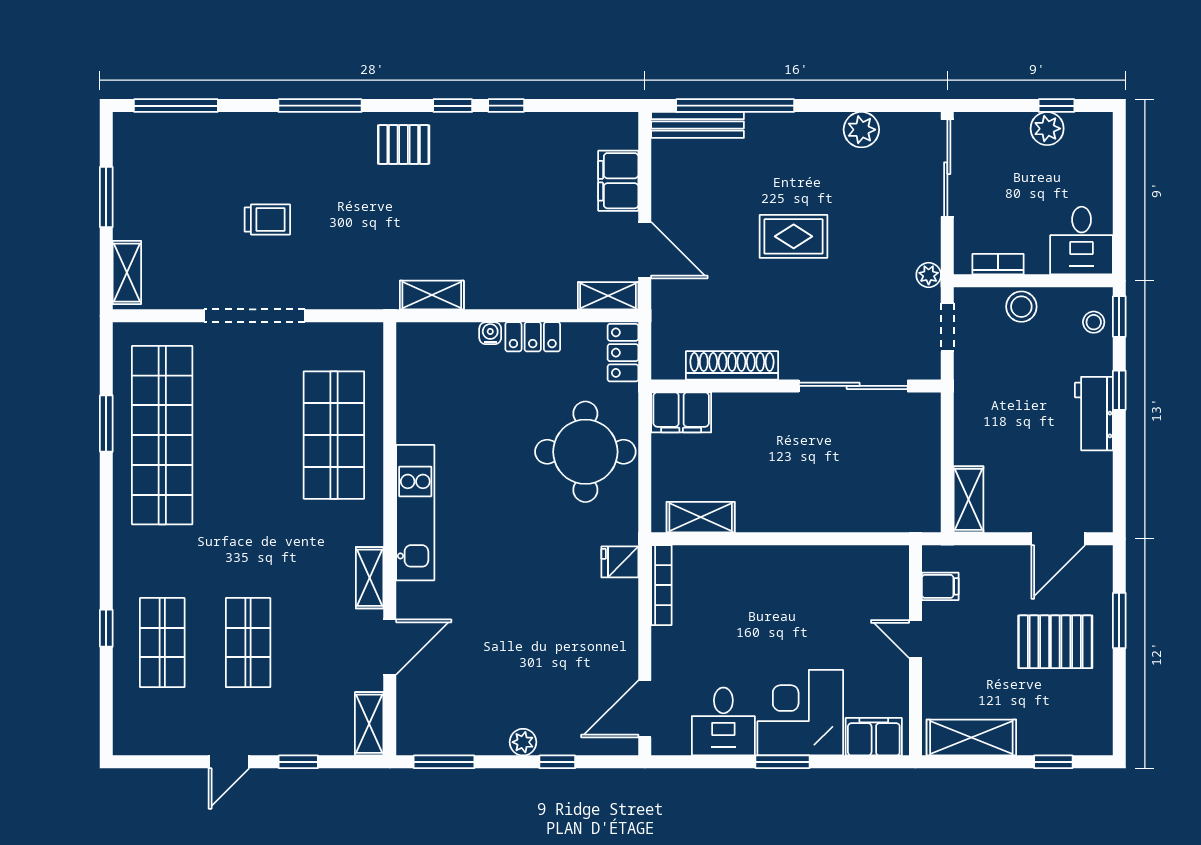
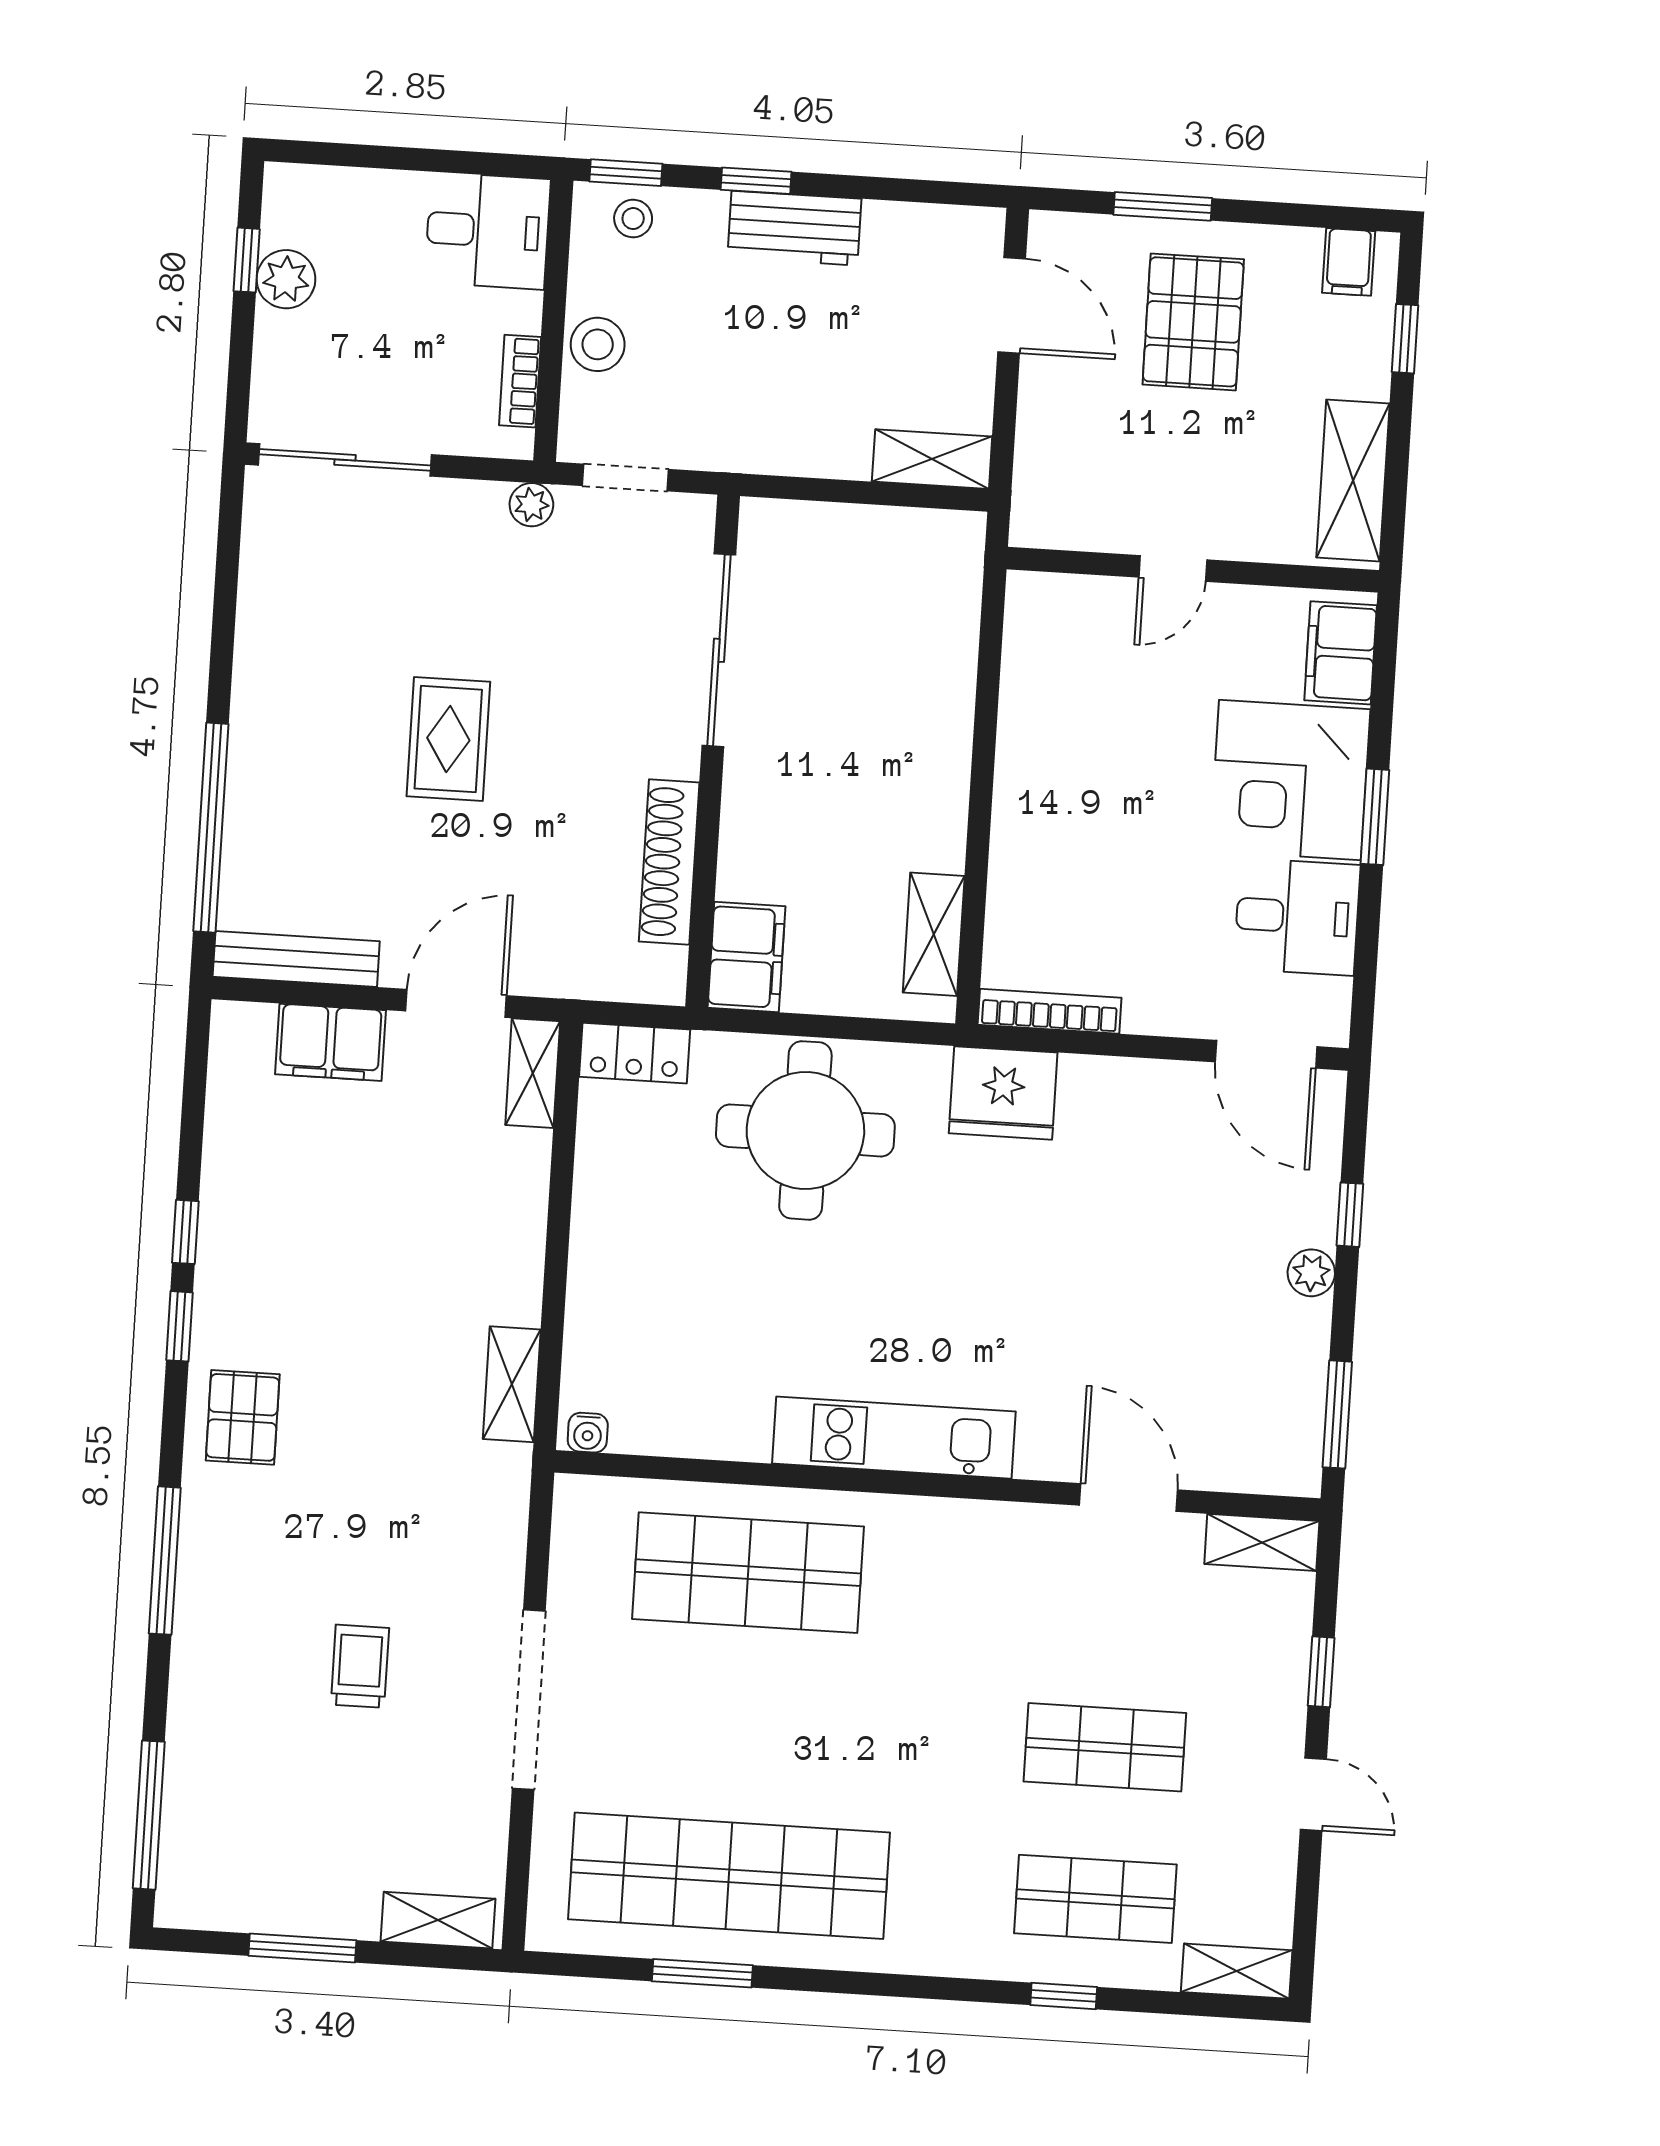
bench: (698, 125) -> (296, 959), moved, turned 90
plant: (861, 130) -> (267, 607), removed
water cooler: (490, 333) -> (588, 1433), moved, turned -90
locker: (533, 337) -> (597, 1211), removed
fridge: (620, 562) -> (1003, 1093), width x1.88, depth x1.34
shelving: (370, 578) -> (1237, 1971), moved
filing cabinet: (940, 586) -> (1349, 262), moved, turned 180

